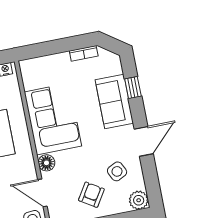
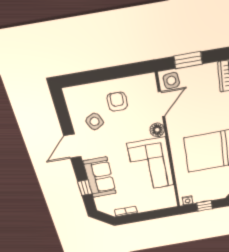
door: (42, 193) -> (162, 104), hinge flipped
armchair: (91, 195) -> (117, 102), turned 148
plant: (139, 200) -> (73, 95), removed

